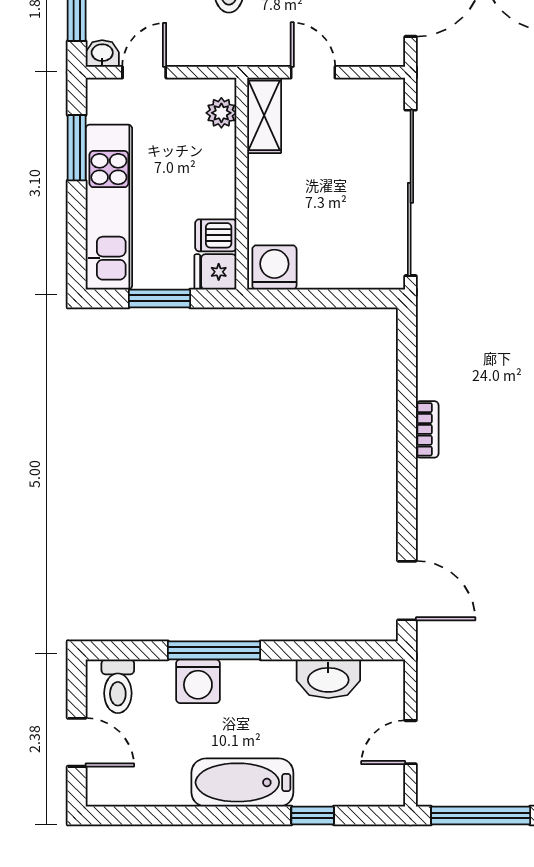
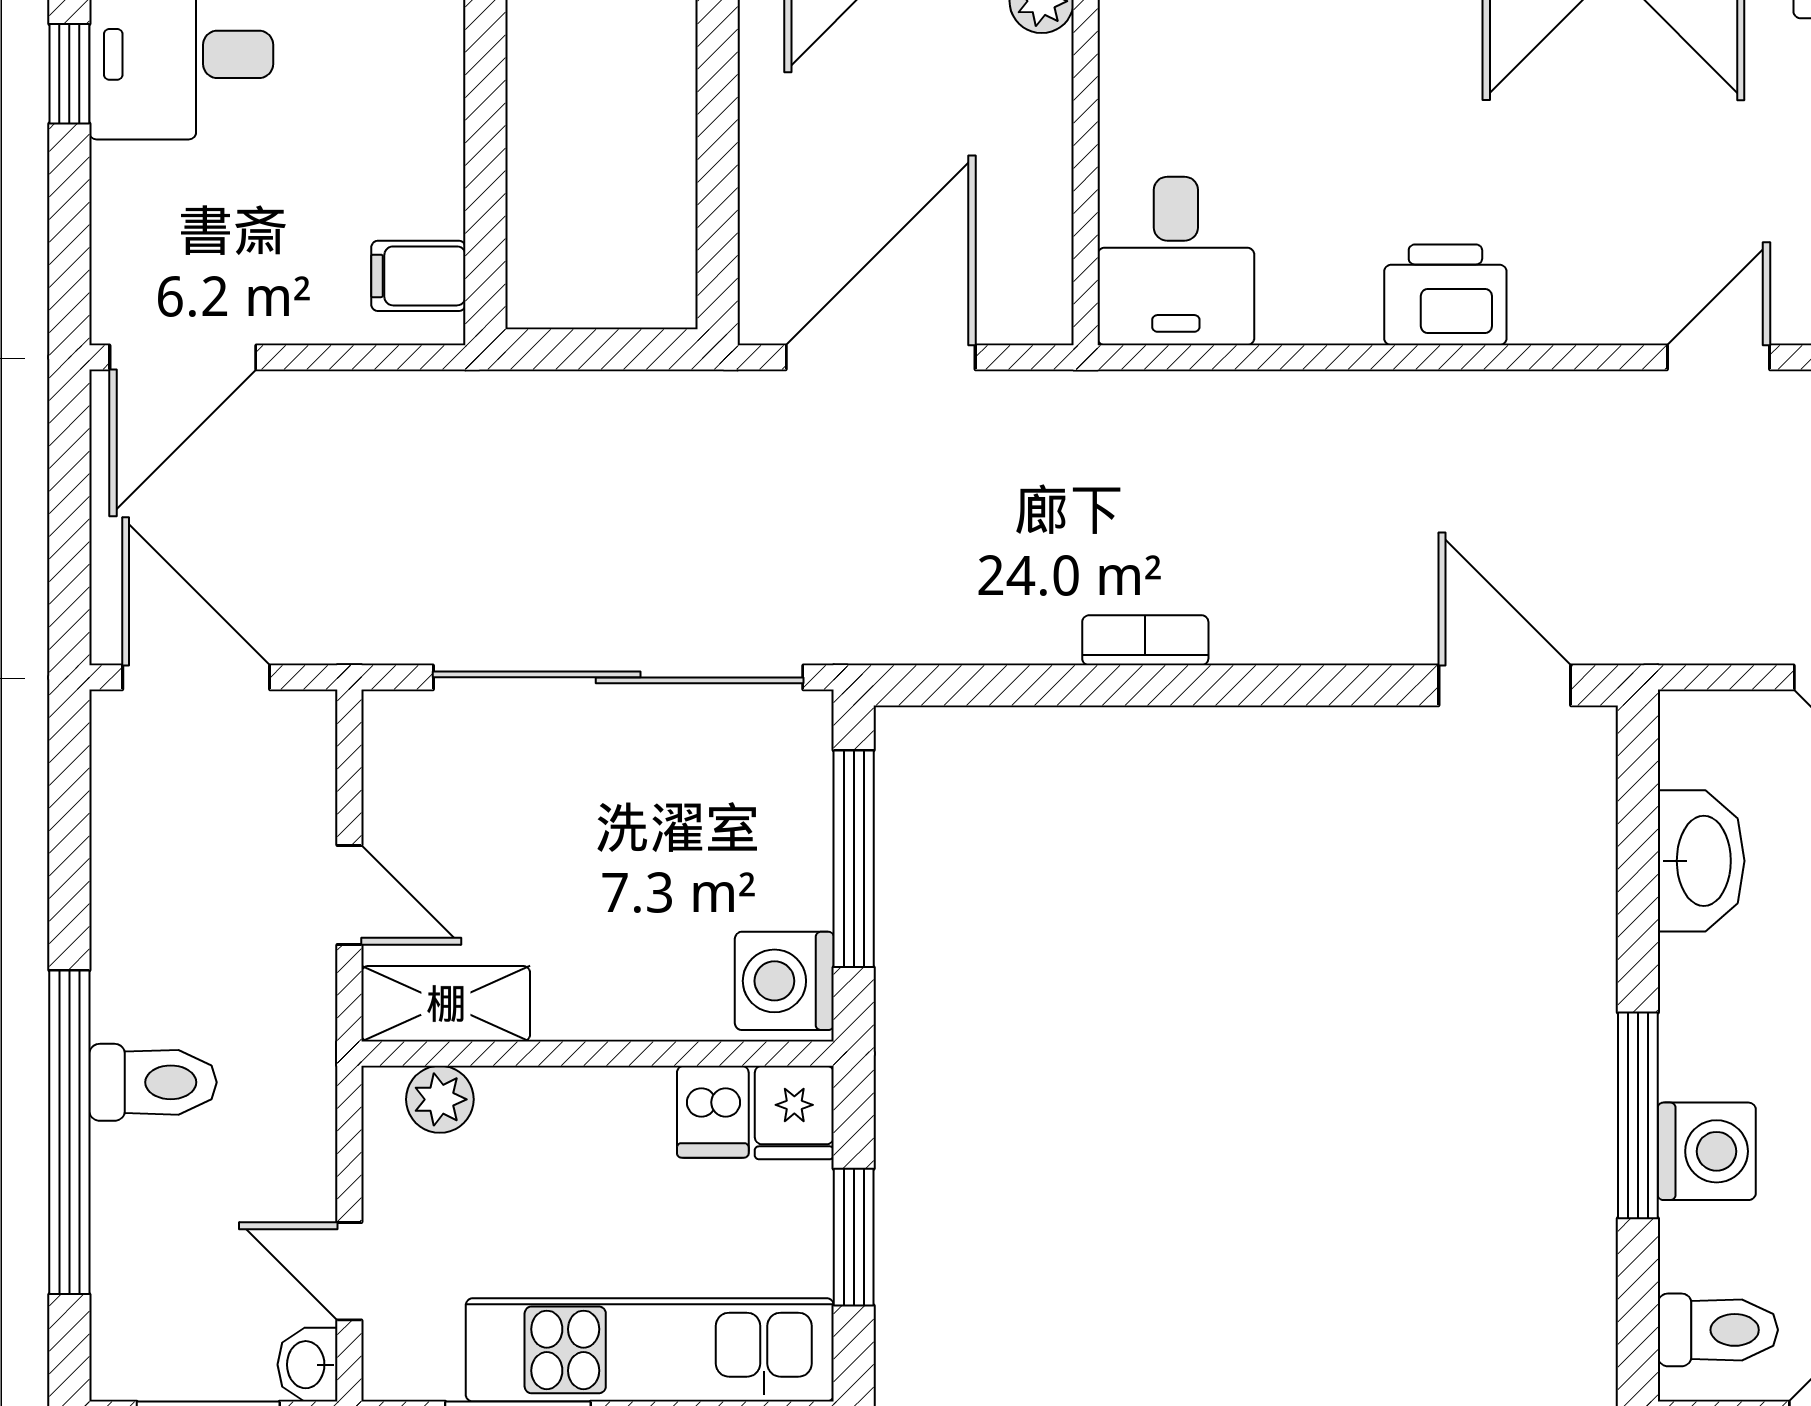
door: (313, 72) -> (349, 895), swing flipped
window: (329, 298) -> (854, 859), added
door: (407, 591) -> (1505, 685), hinge flipped

